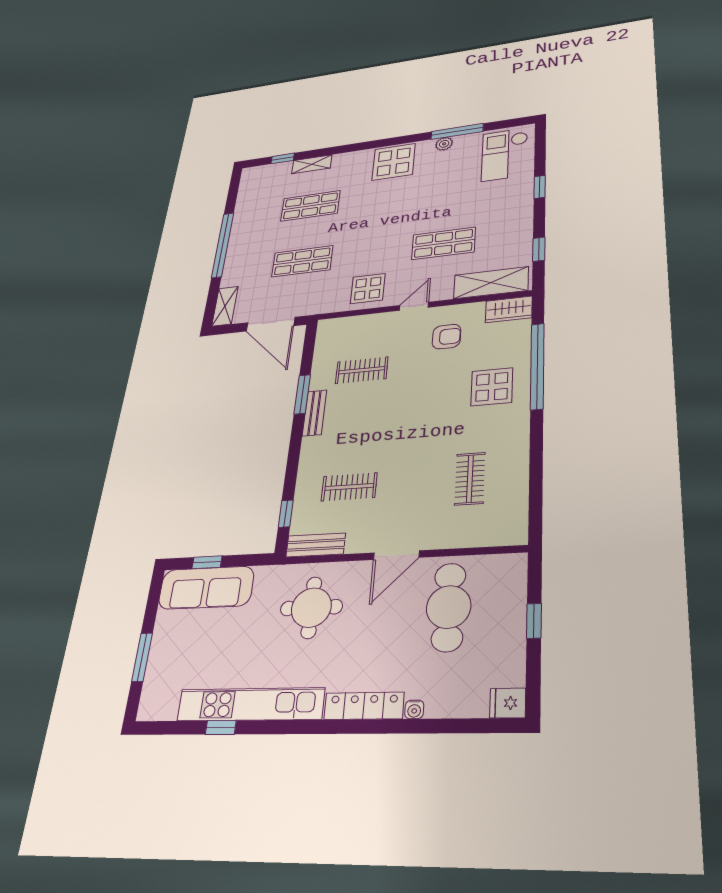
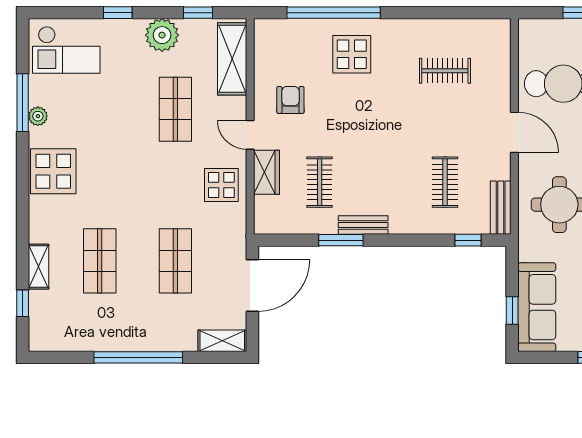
plant: (517, 224) -> (162, 35), added
wardrobe: (509, 309) -> (266, 172), moved

